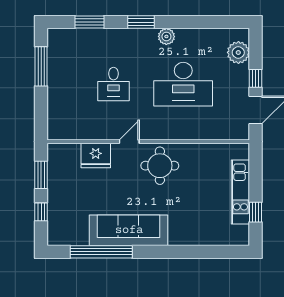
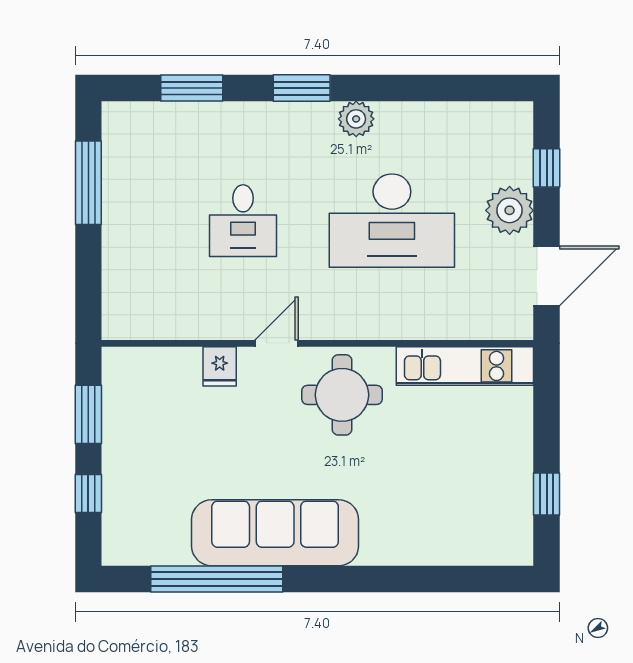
plant: (238, 52) -> (510, 210), moved
window: (256, 78) -> (547, 168), moved
fridge: (96, 155) -> (220, 366), width x0.53, depth x0.75
kitchen unit: (240, 192) -> (465, 366), moved, turned -90

